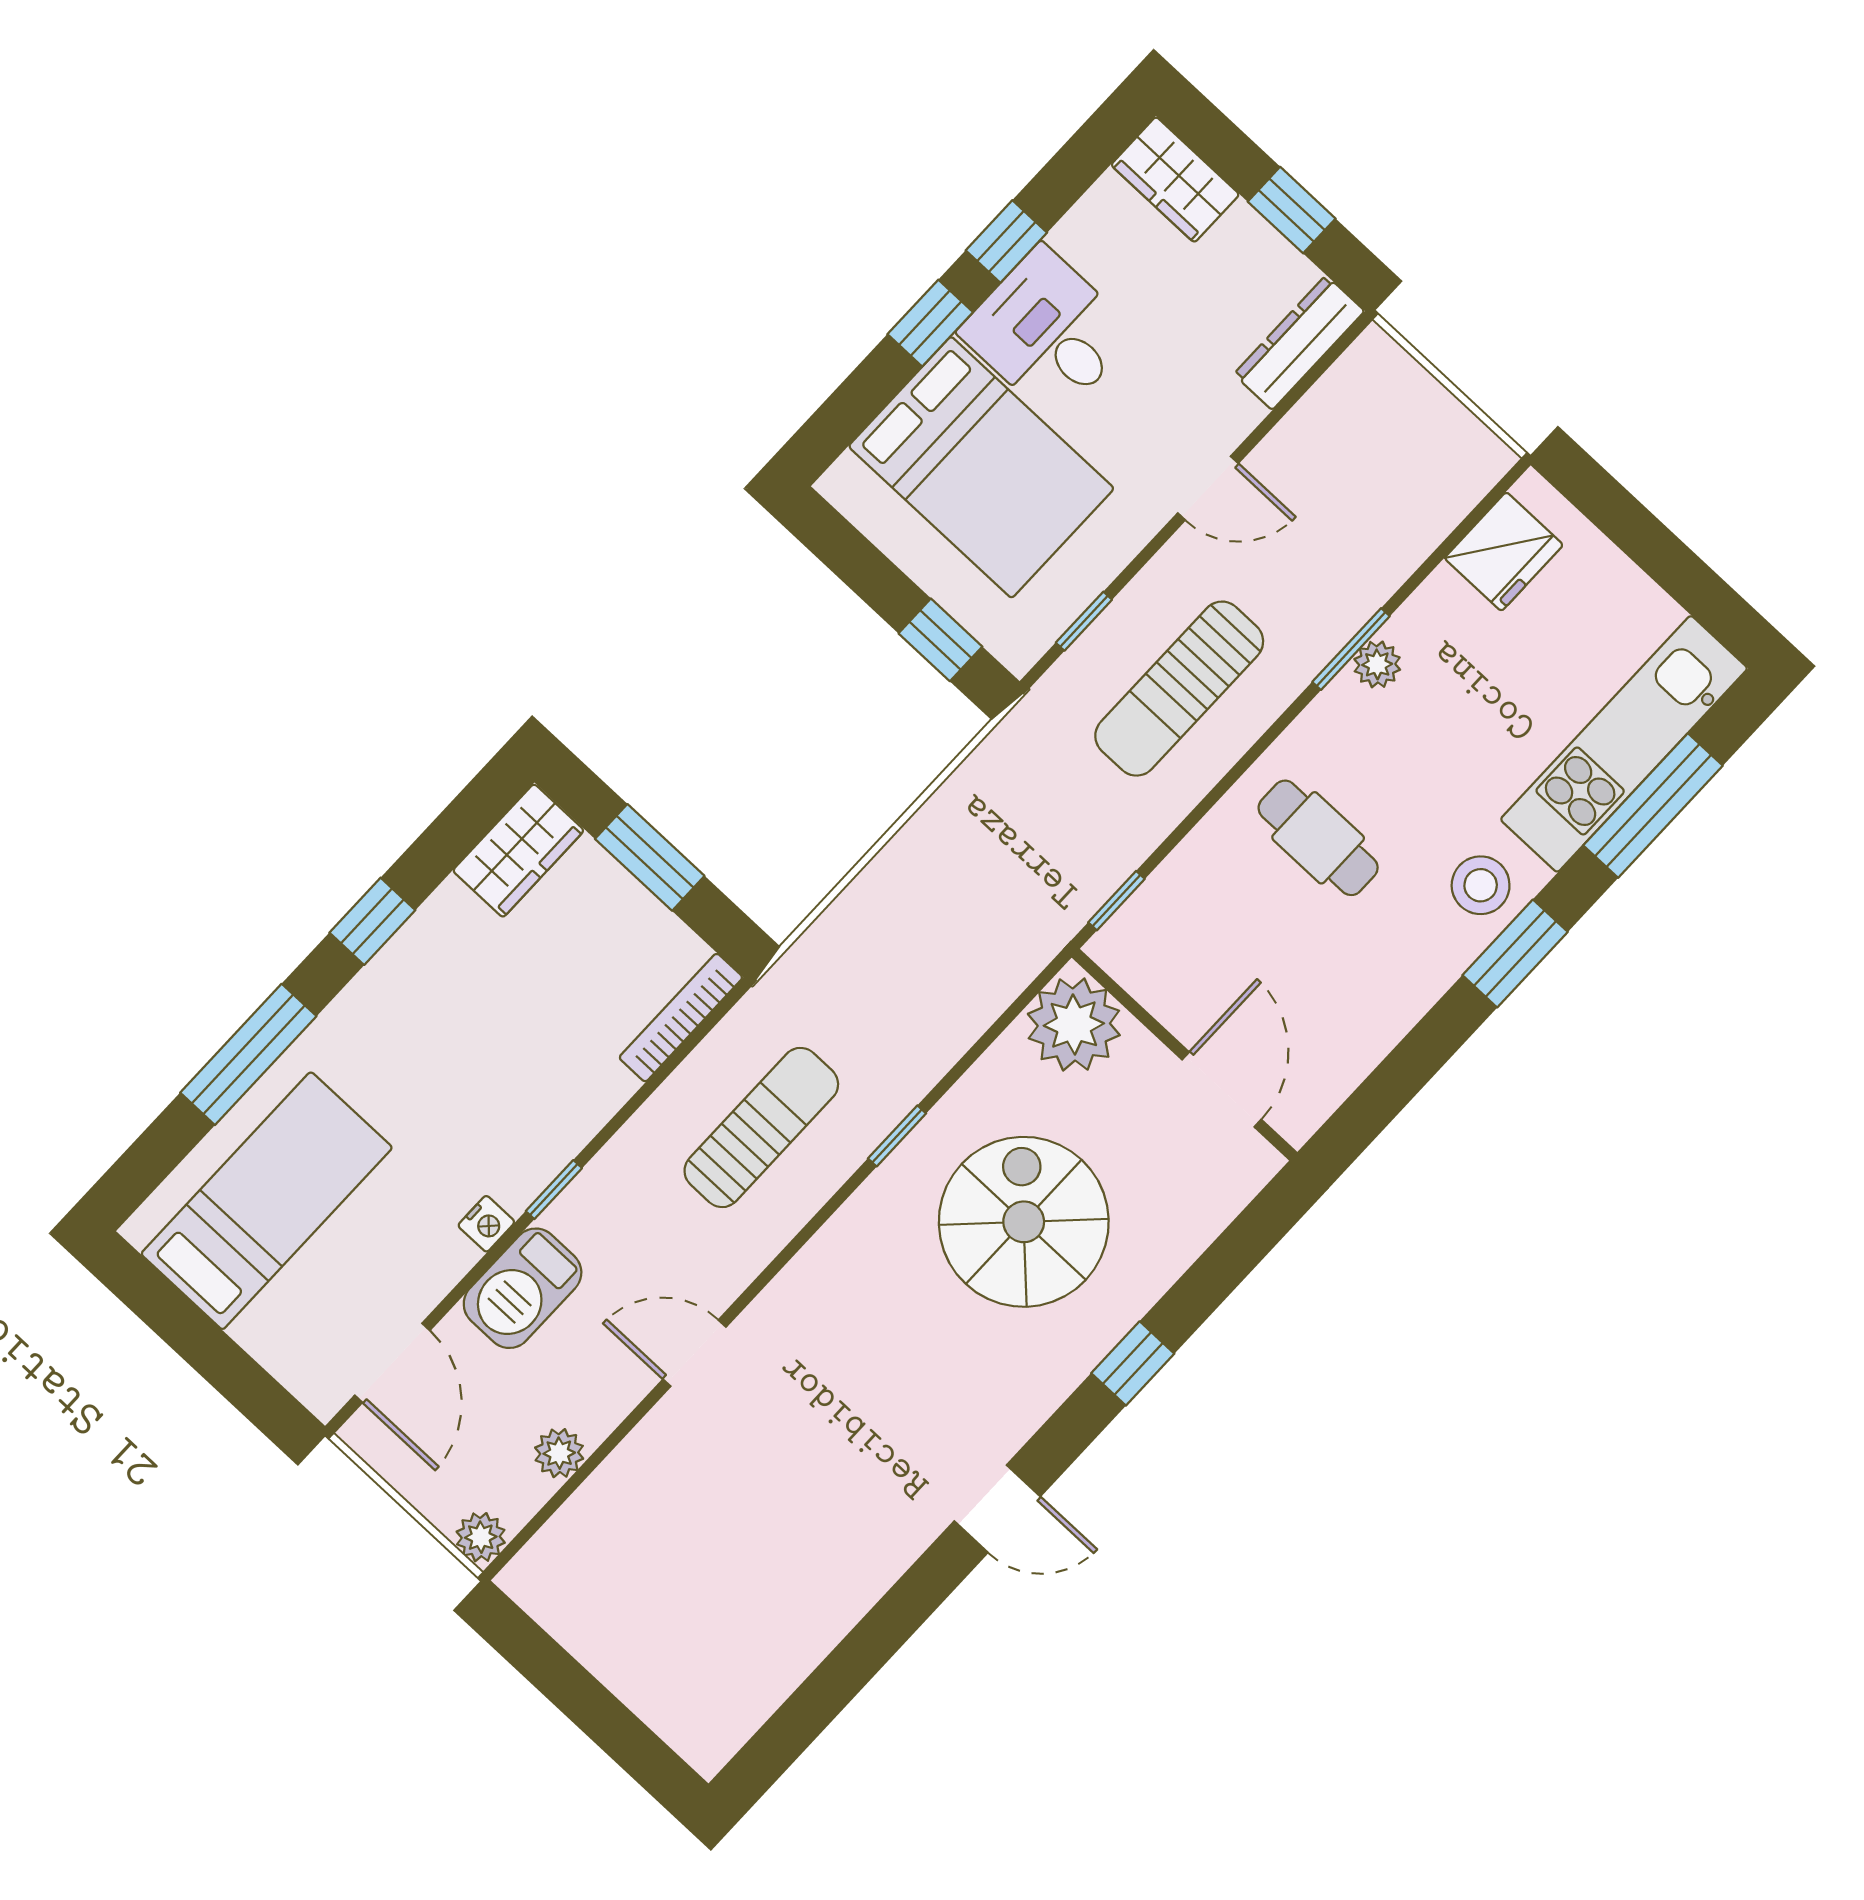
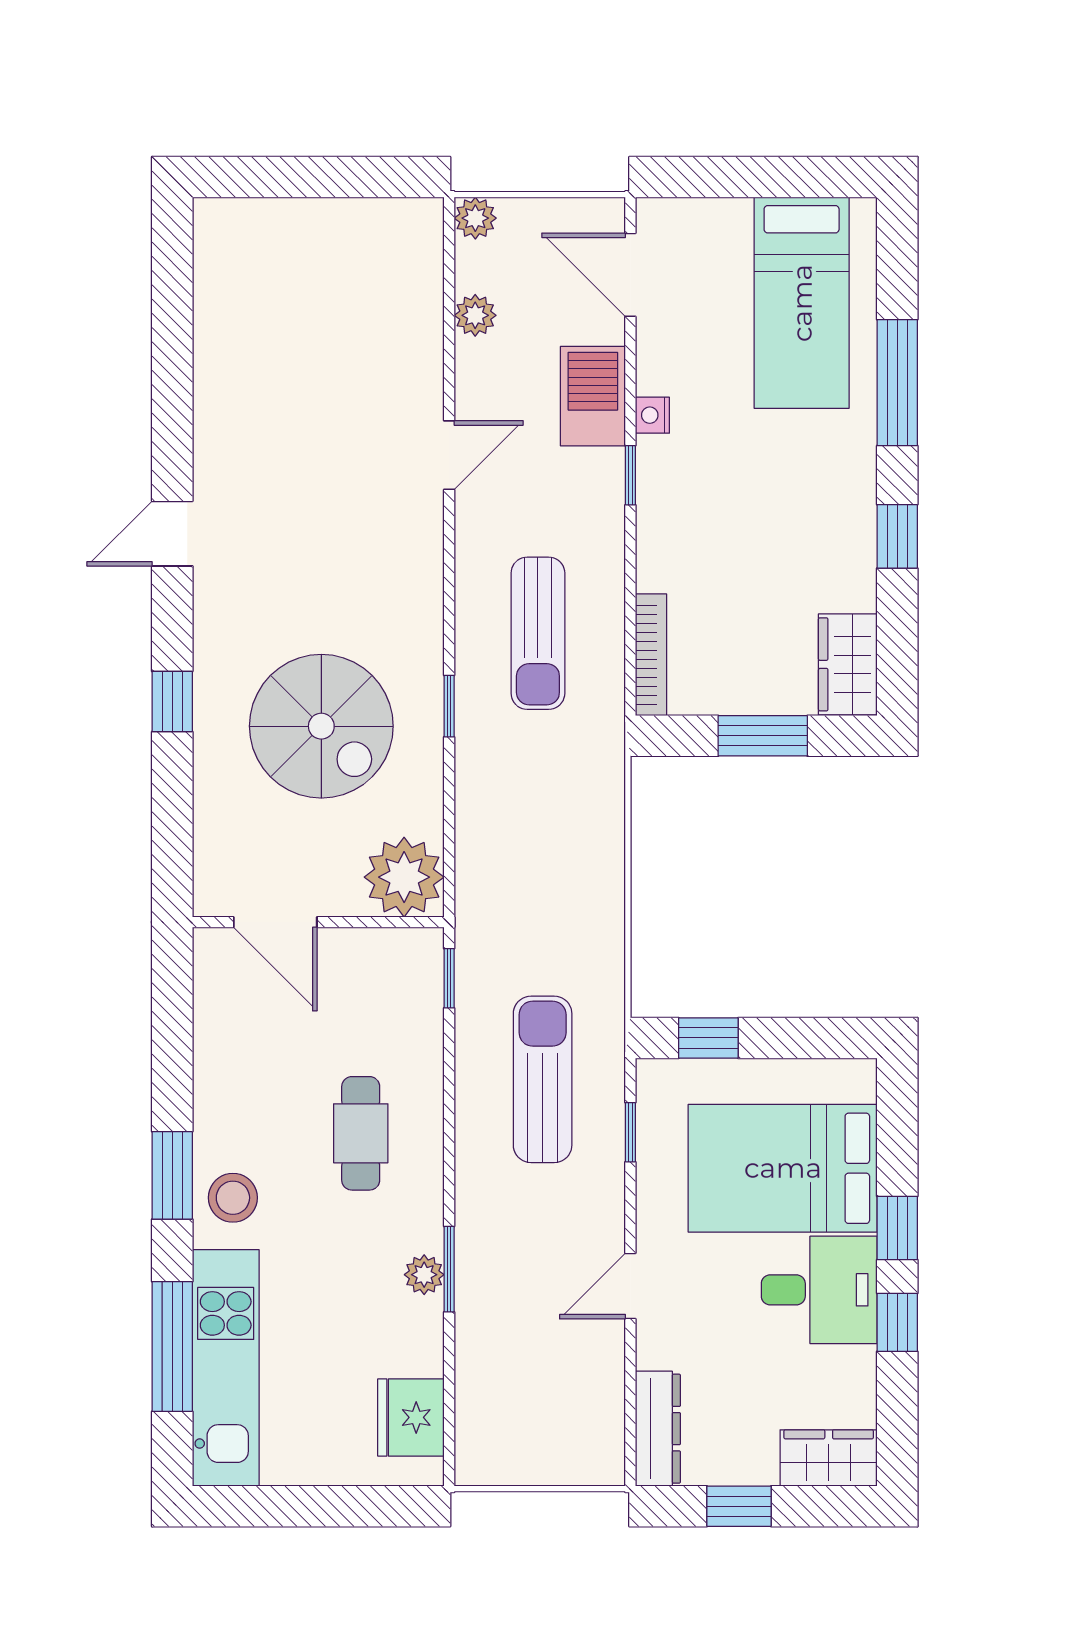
sun lounger: (1179, 689) -> (543, 1079), moved
cafe table: (1318, 838) -> (361, 1133), turned 90

